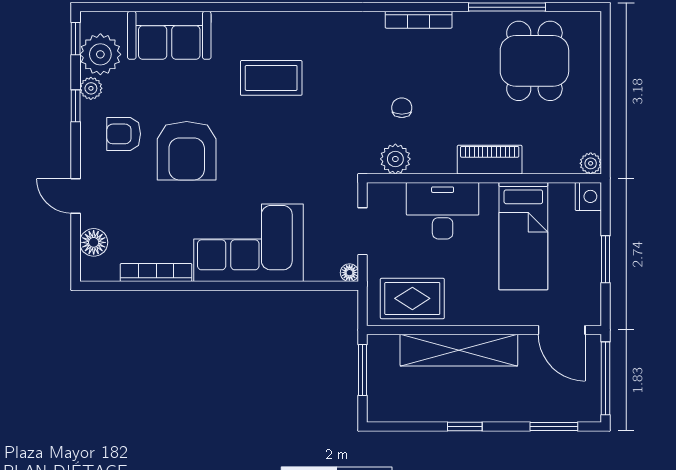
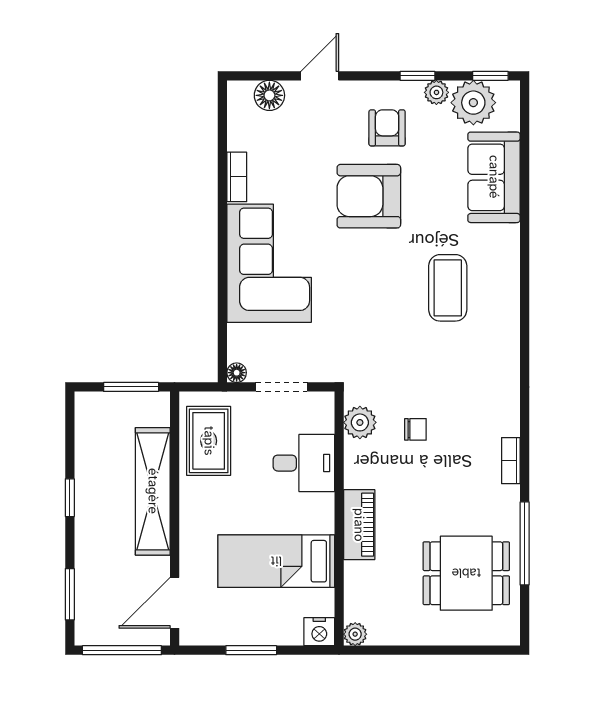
bookcase: (419, 20) -> (511, 461), width x0.64
desk: (443, 211) -> (304, 463), width x0.73
bookcase: (156, 273) -> (237, 177), width x0.64

